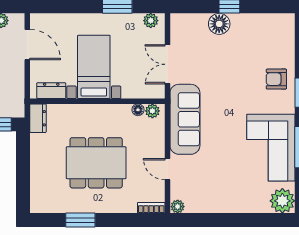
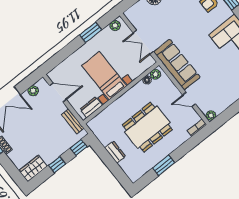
bench: (18, 90) -> (73, 121), added
dresser: (38, 118) -> (115, 152), moved

